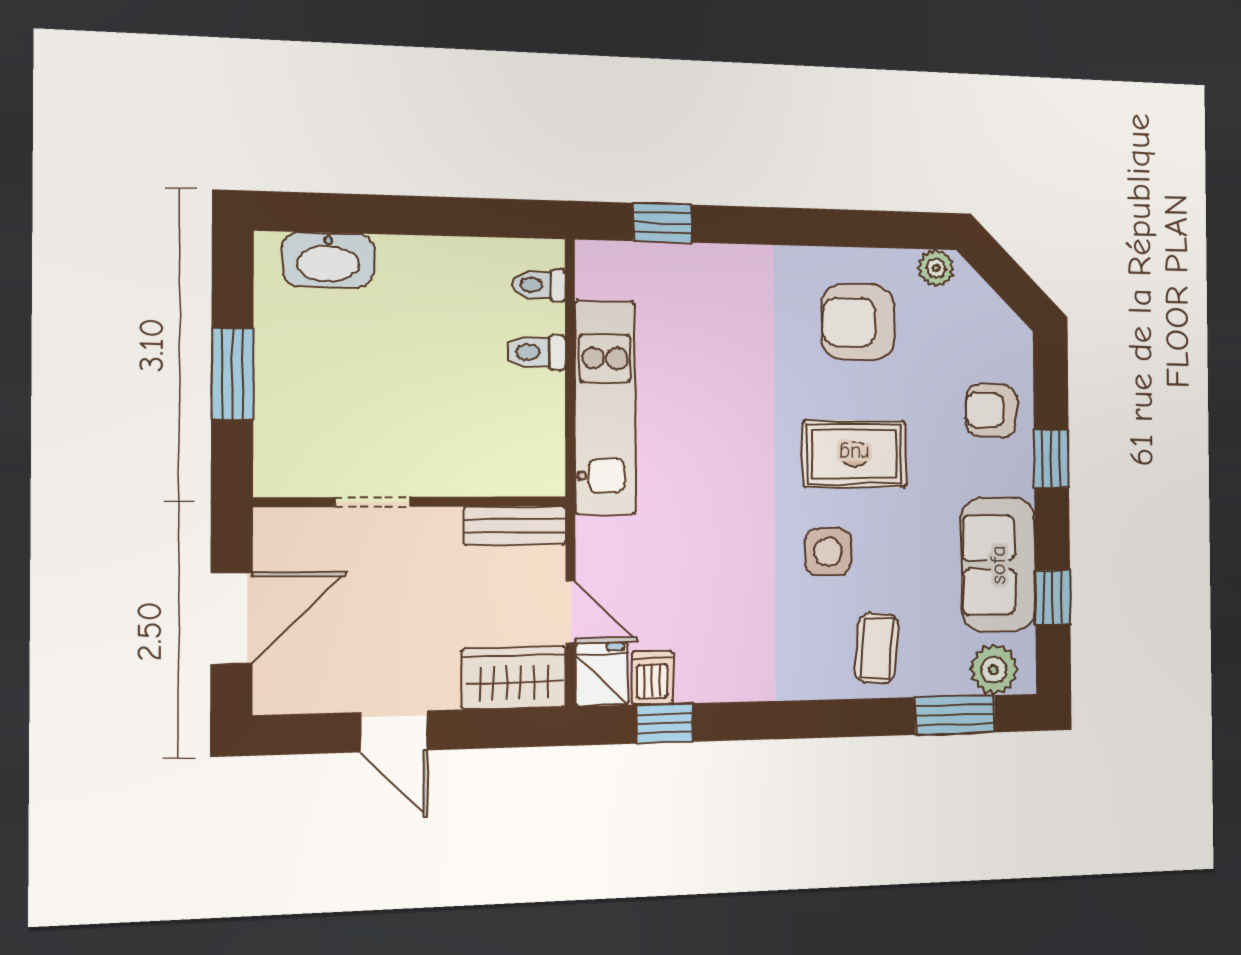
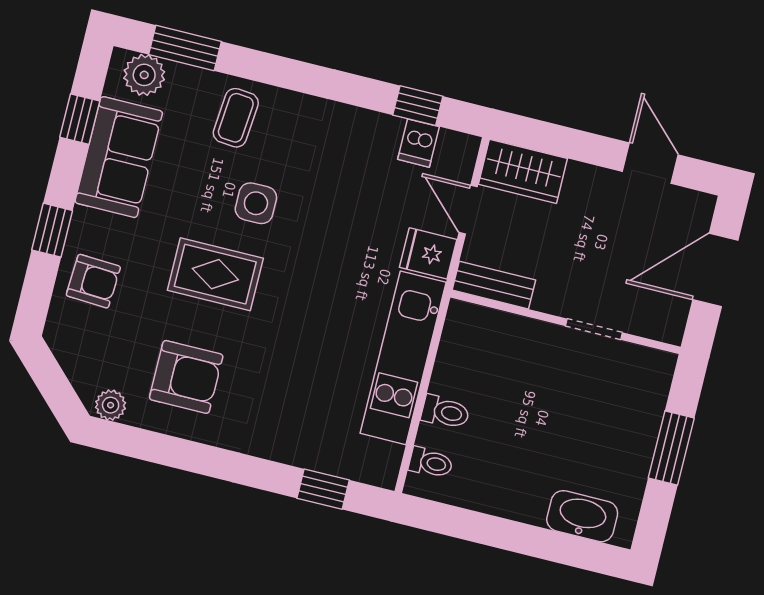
fridge: (602, 674) -> (428, 253), moved, turned 90
door: (394, 731) -> (650, 163), moved

